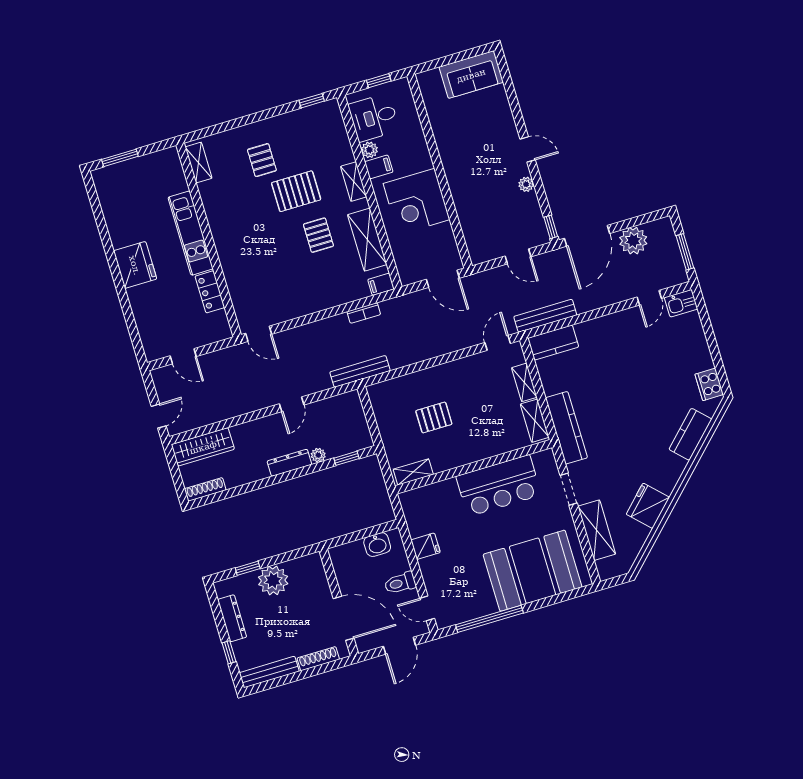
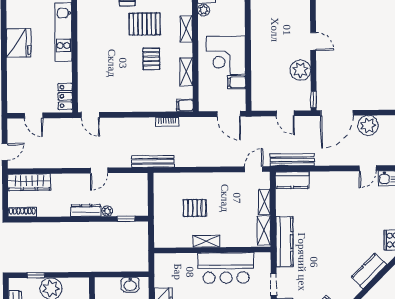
filing cabinet: (379, 167) -> (237, 82), moved, turned 180
plant: (526, 184) -> (300, 70), width x1.88, depth x1.88
shelving: (367, 240) -> (186, 72), width x0.67, depth x0.75
locker: (210, 292) -> (65, 96), moved
shelving: (413, 472) -> (206, 241), moved

